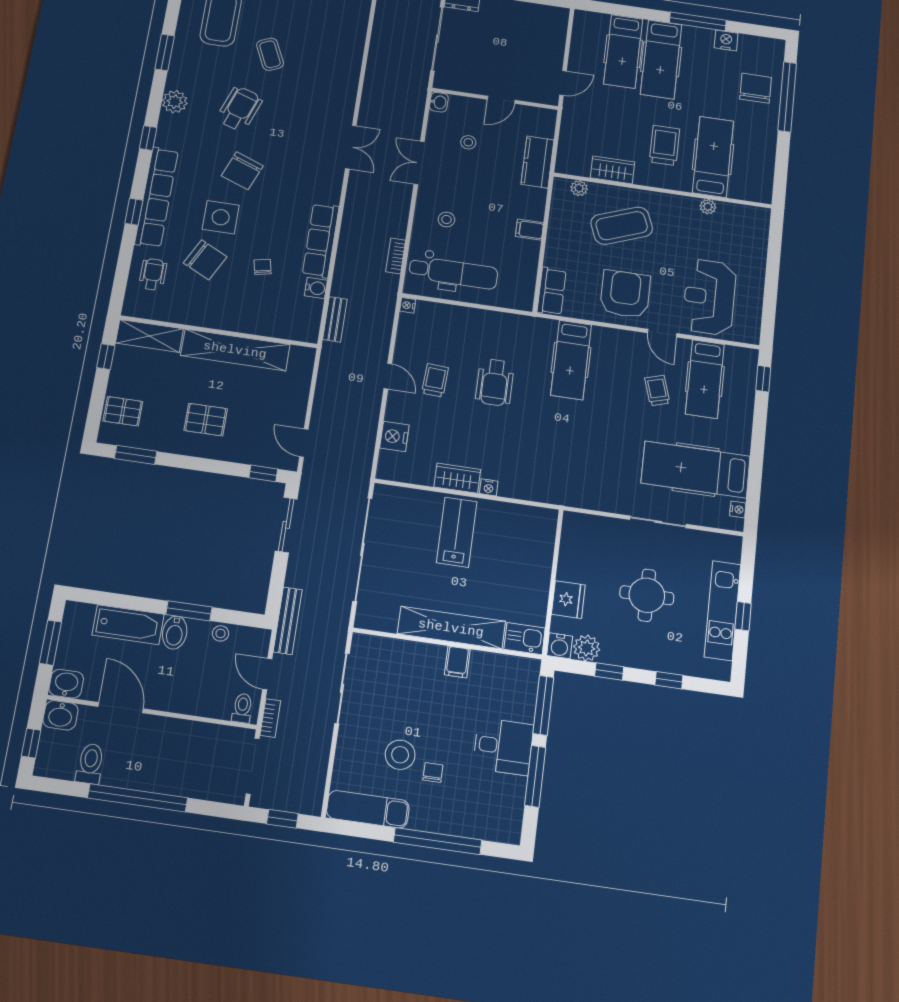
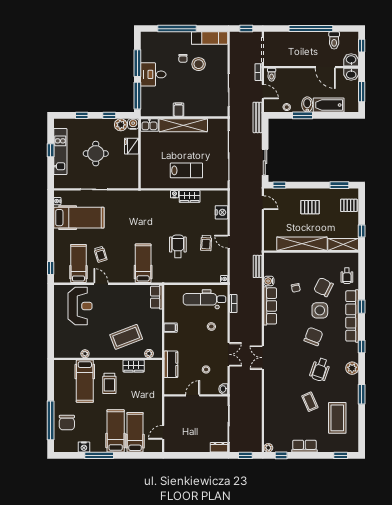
door: (563, 83) -> (163, 432), moved
armchair: (625, 294) -> (121, 301), removed
lab bench: (457, 532) -> (186, 170), turned -90

